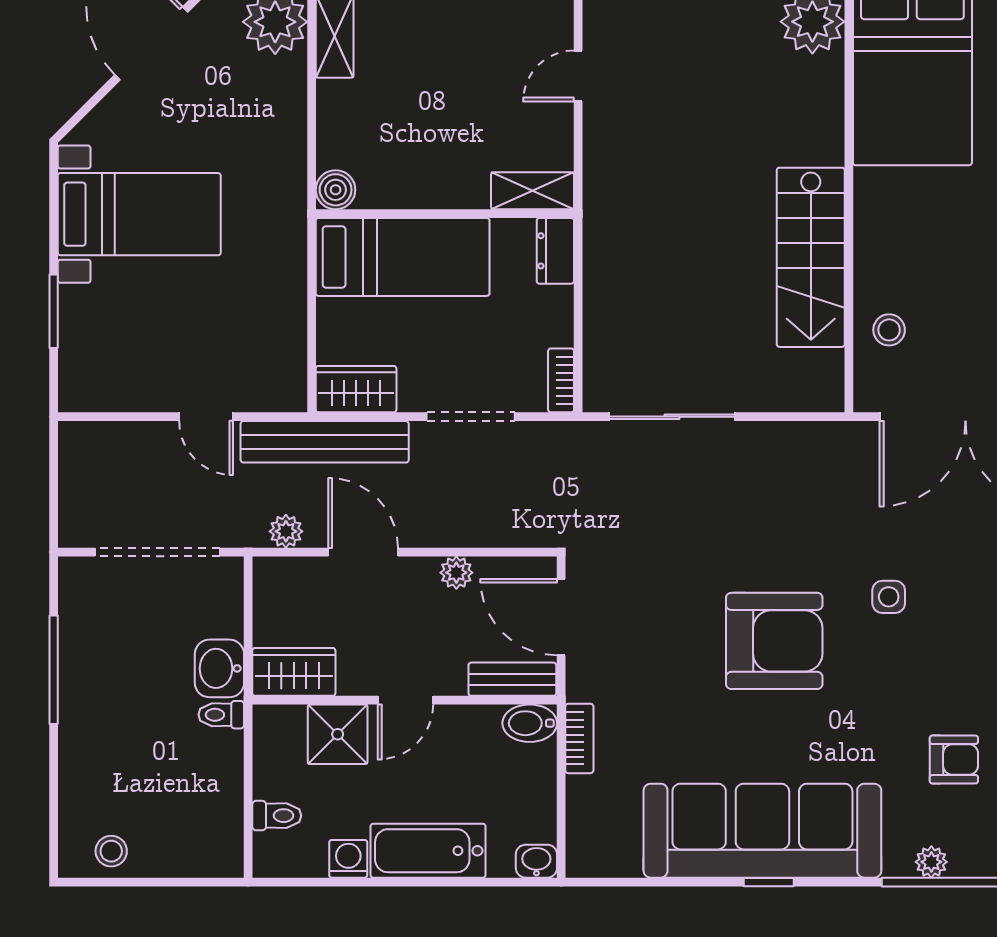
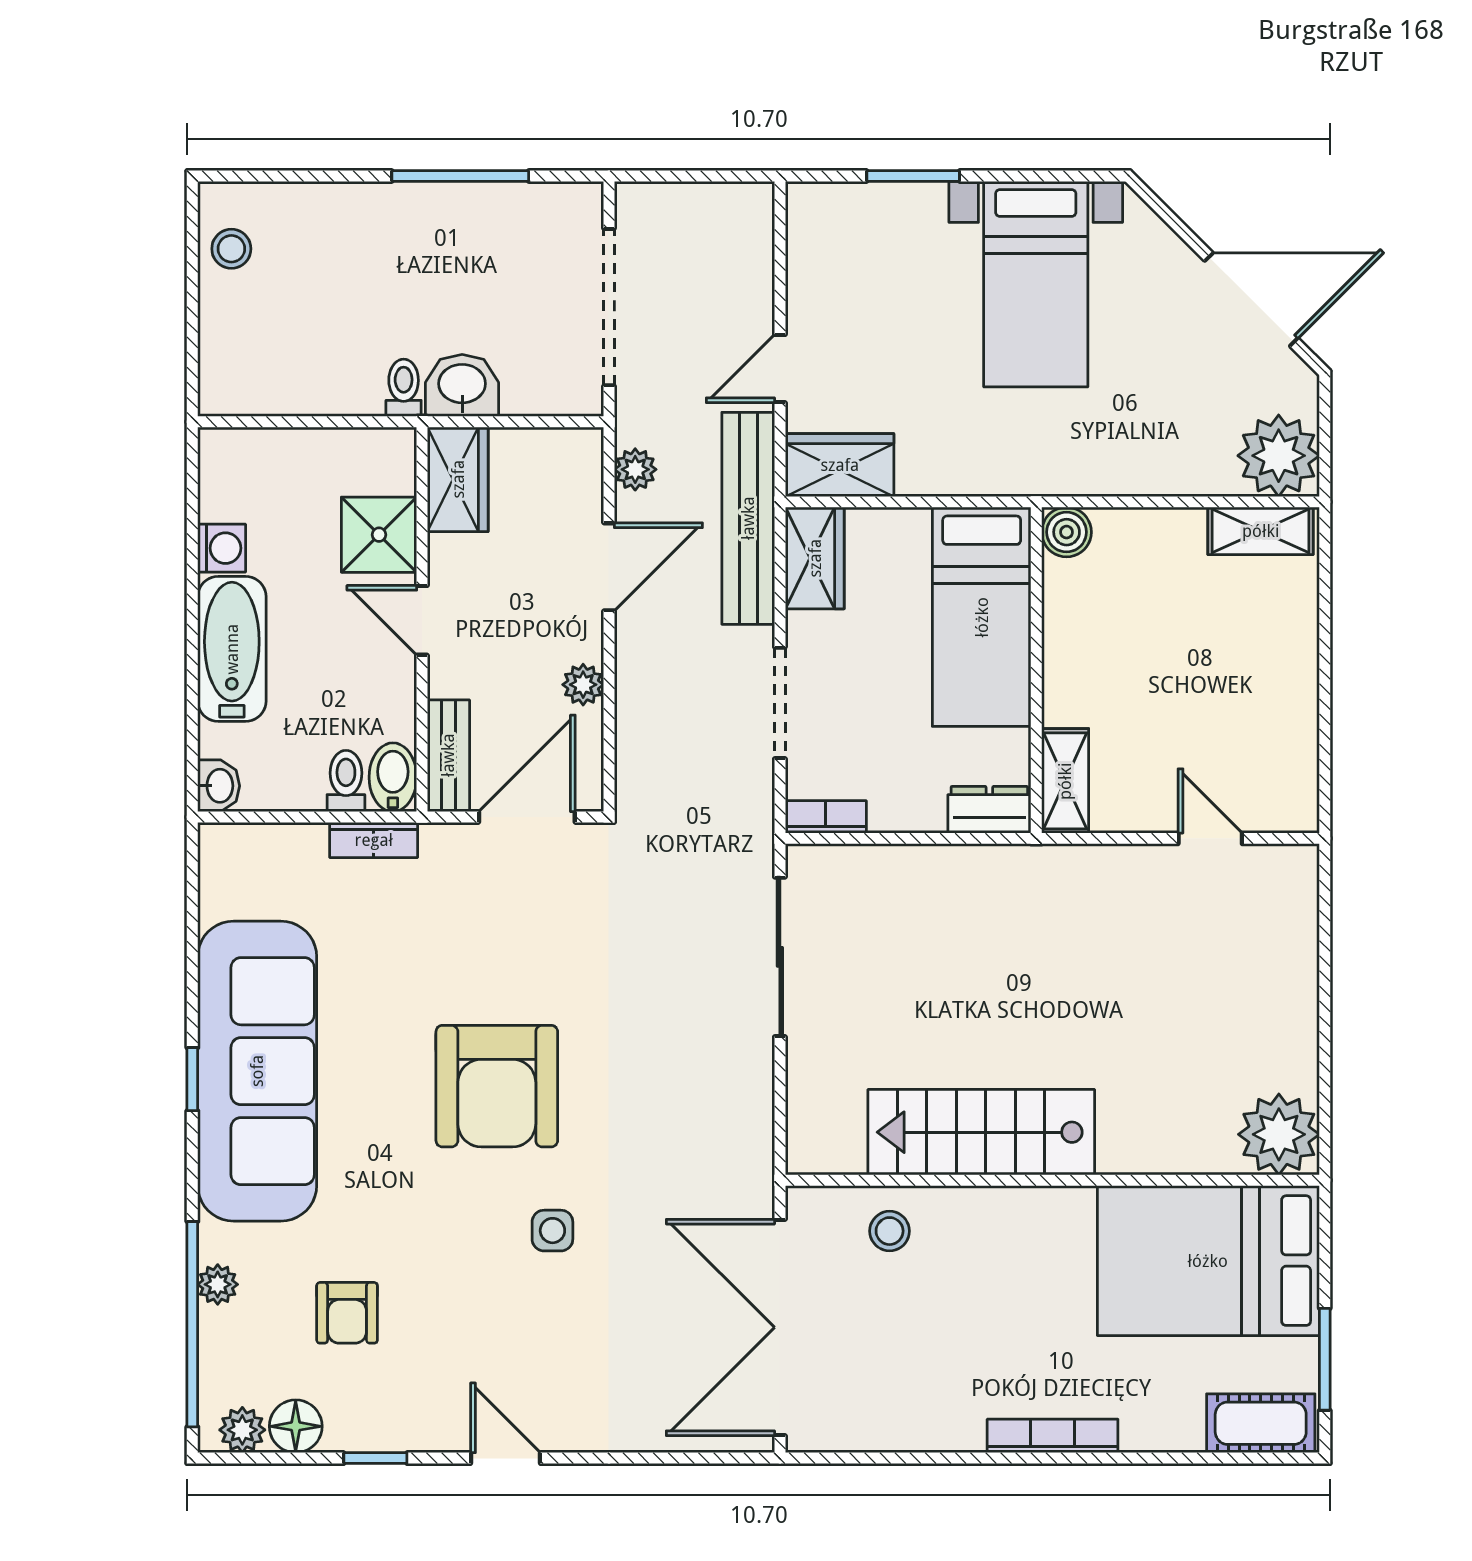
wardrobe: (282, 370) -> (840, 465), added
toilet: (277, 816) -> (346, 781), moved, turned 180

